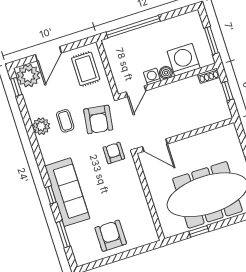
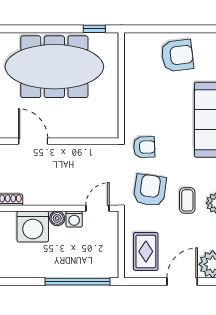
door: (155, 145) -> (33, 141), moved
armchair: (114, 153) -> (144, 147), turned -92
window: (199, 231) -> (94, 29), moved
armchair: (111, 236) -> (177, 55), turned -97

